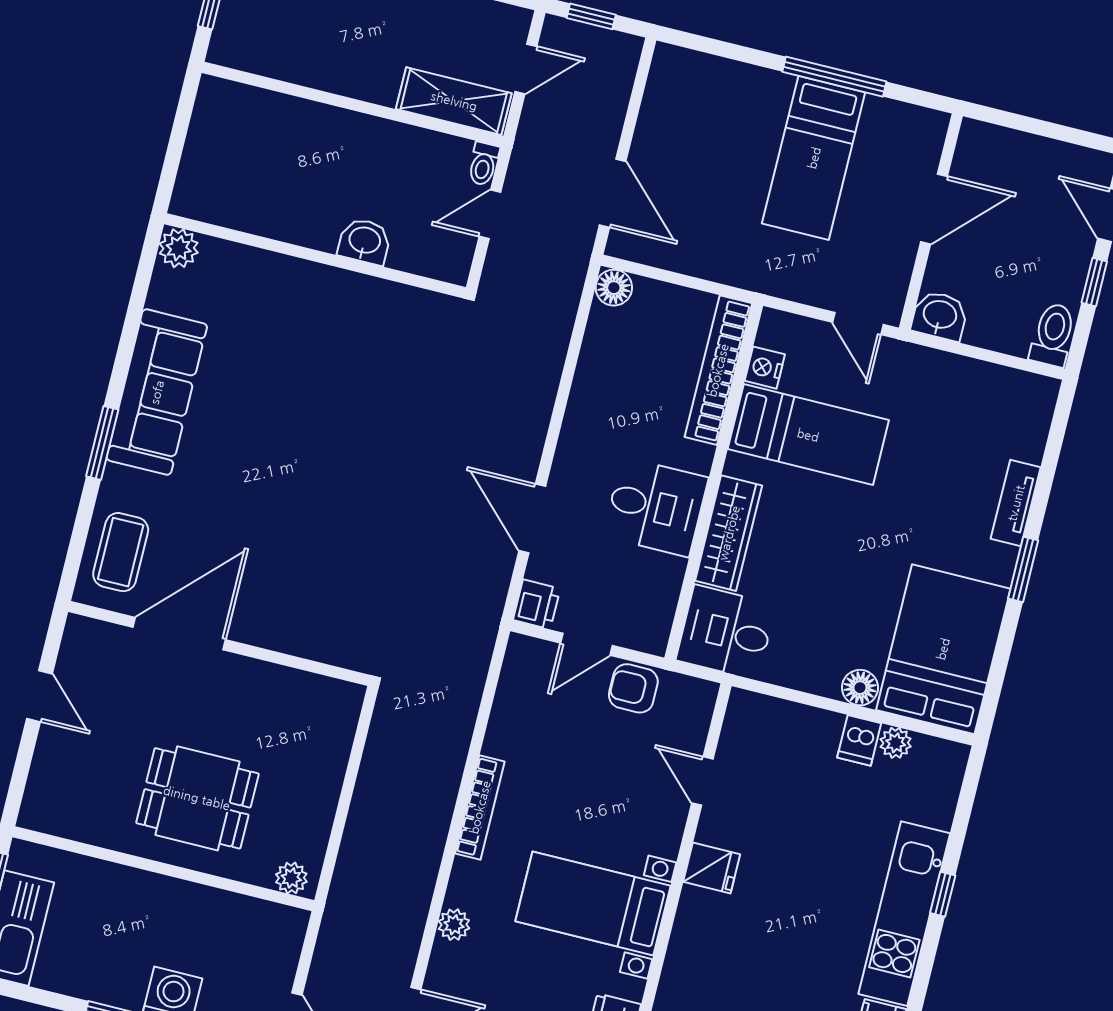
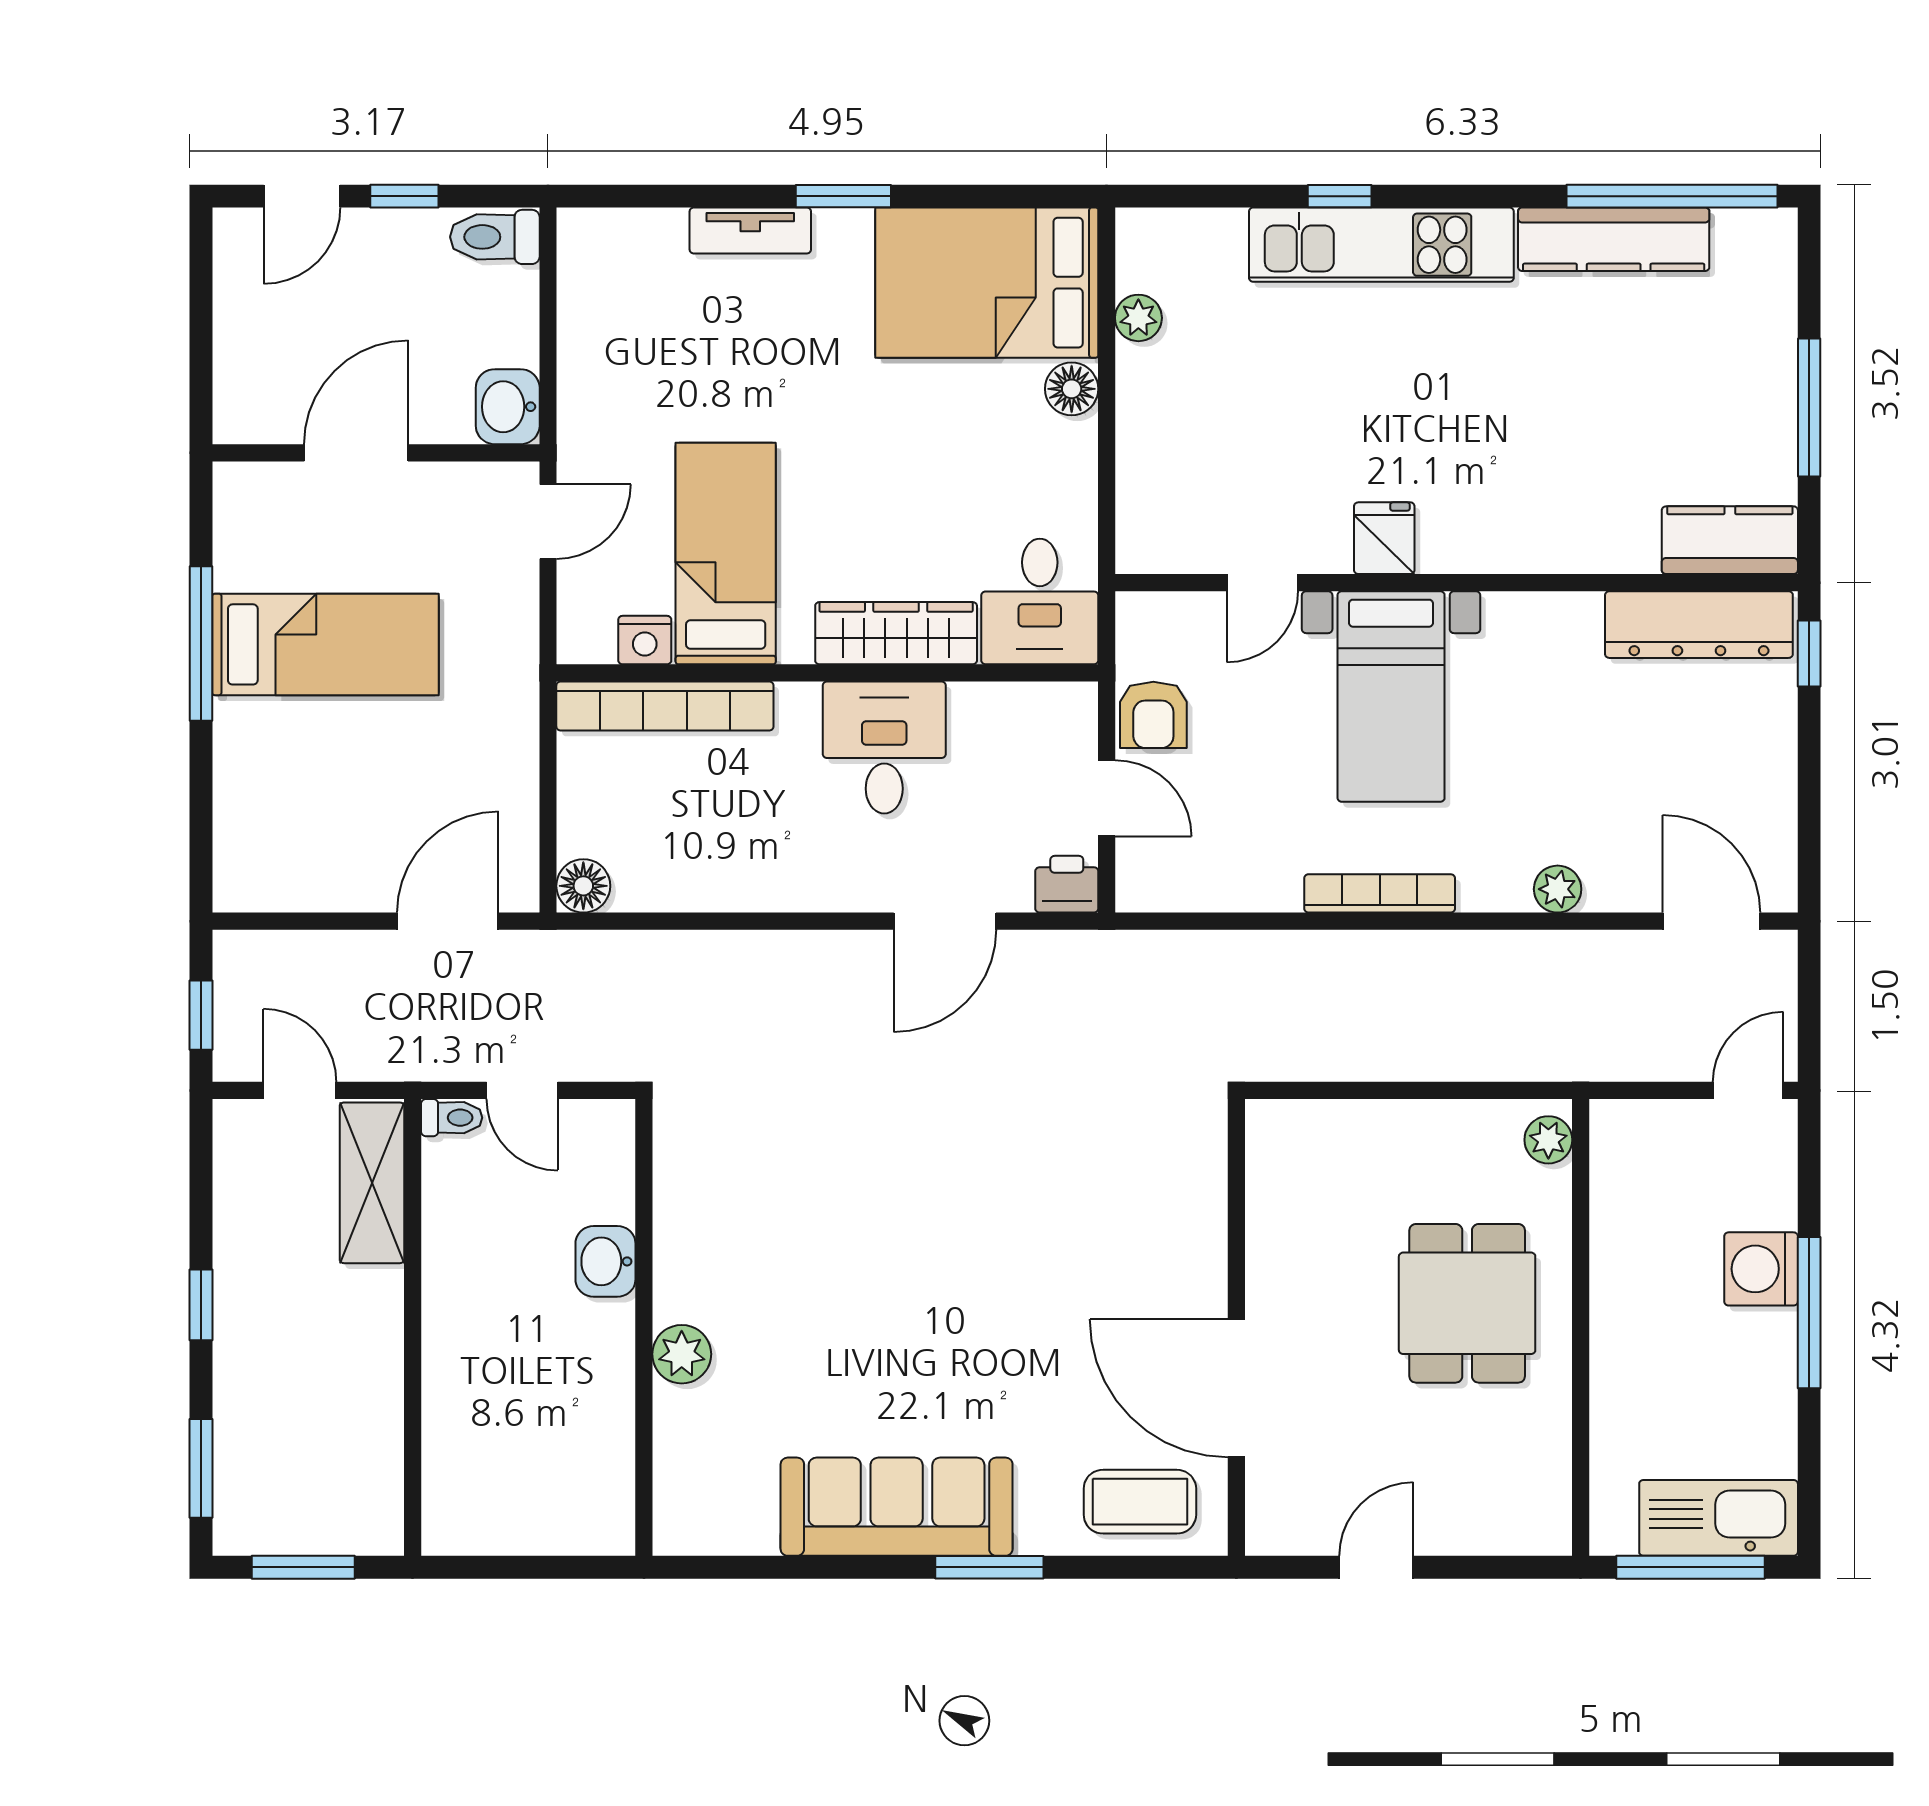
door: (934, 209) -> (356, 453), hinge flipped
plant: (179, 248) -> (682, 1354), moved
dishwasher: (859, 740) -> (1148, 371), removed
bed with nightstands: (593, 904) -> (1391, 696), moved

